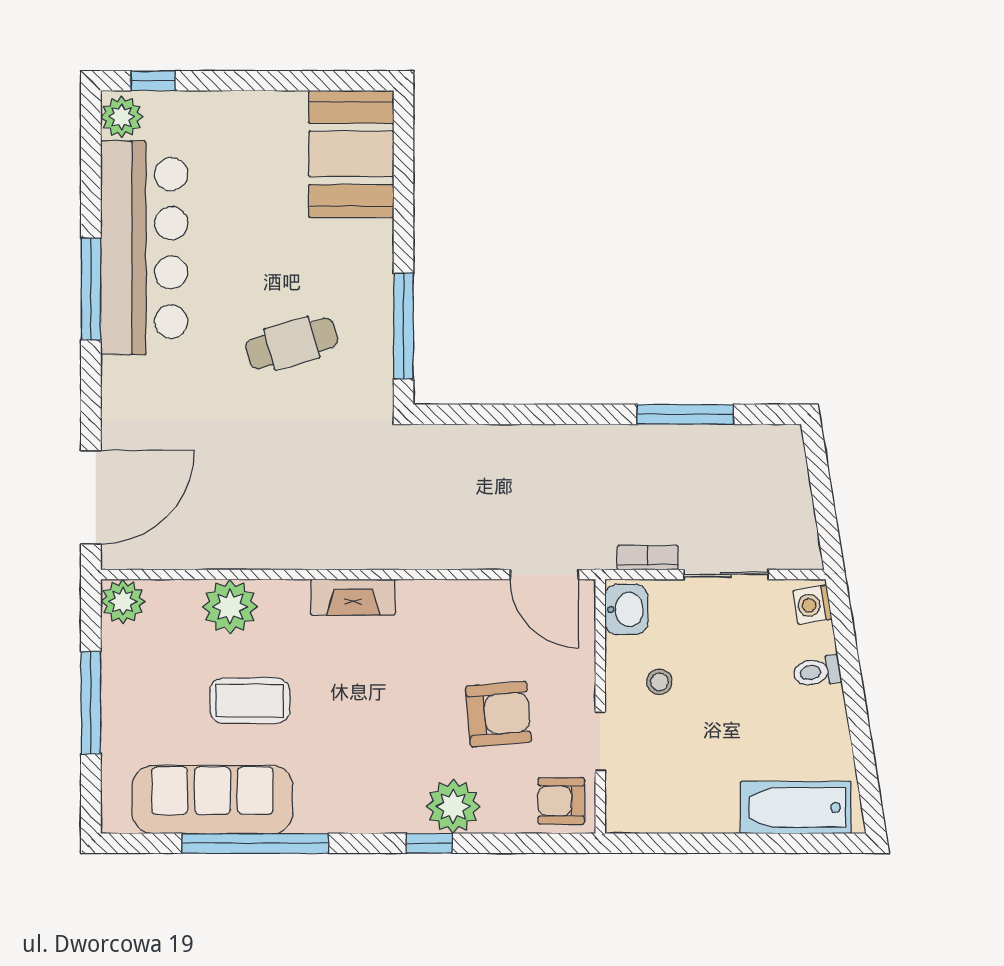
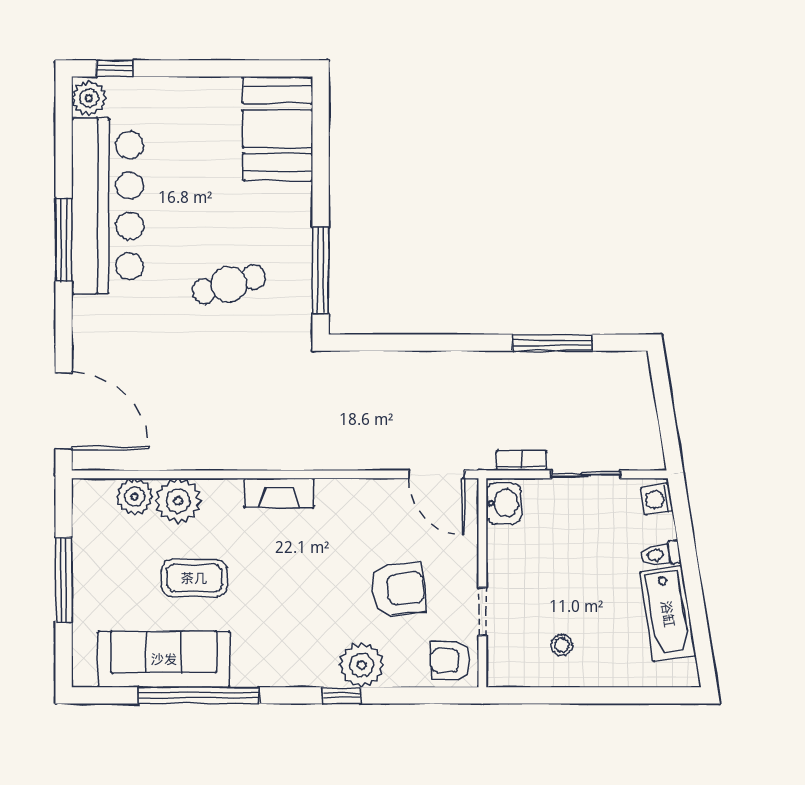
door: (91, 497) -> (64, 411), hinge flipped
plant: (123, 601) -> (134, 497), moved
stool: (659, 682) -> (562, 645), moved
bathtub: (796, 807) -> (668, 614), moved, turned -99

